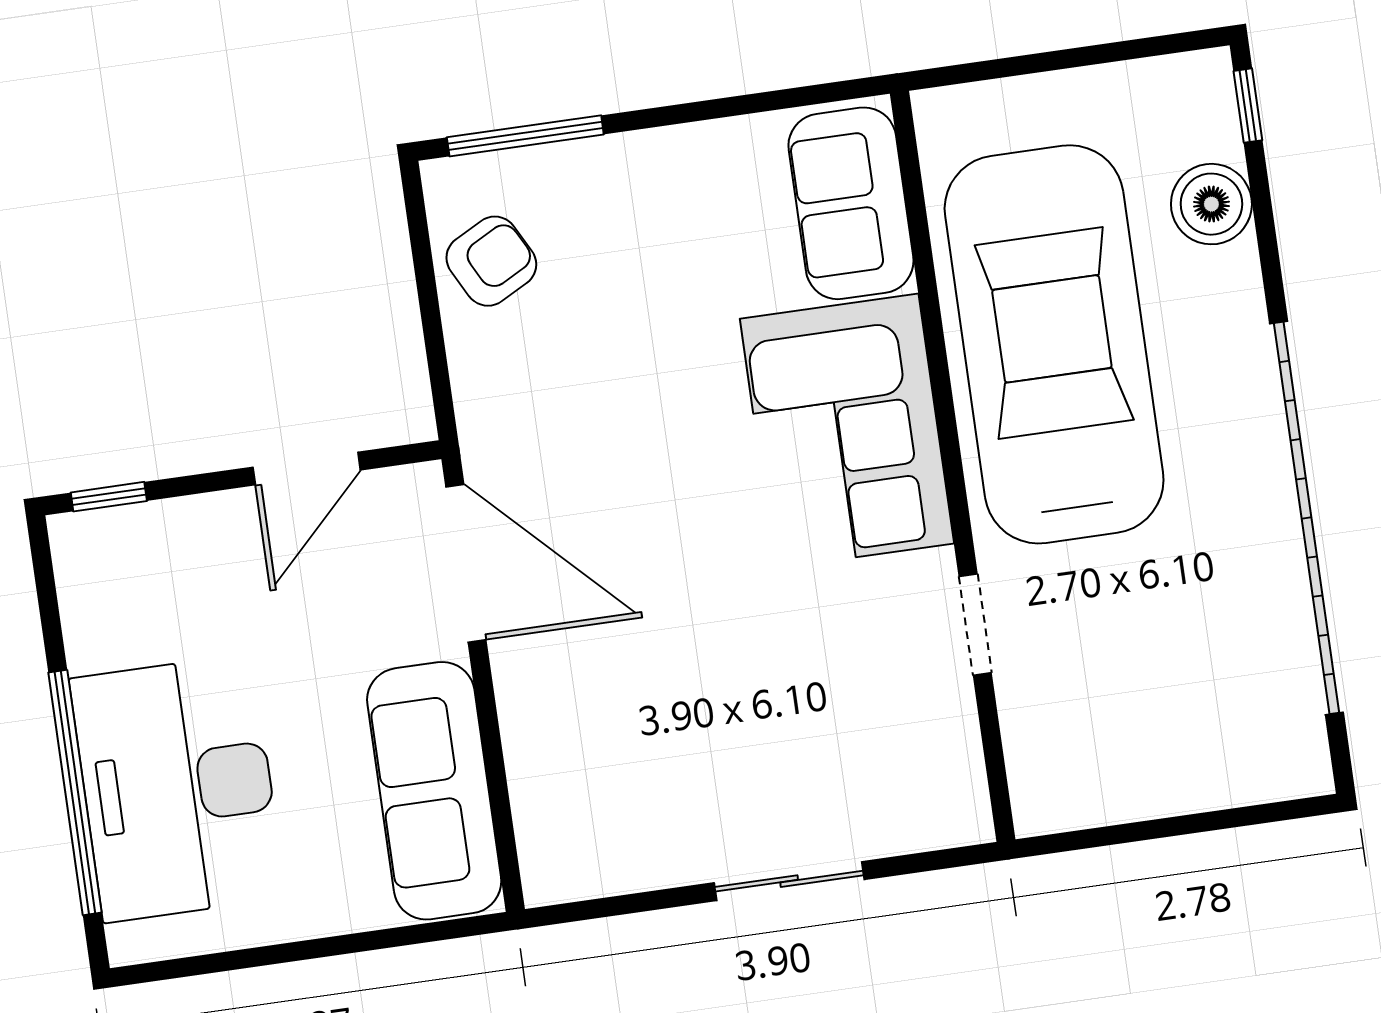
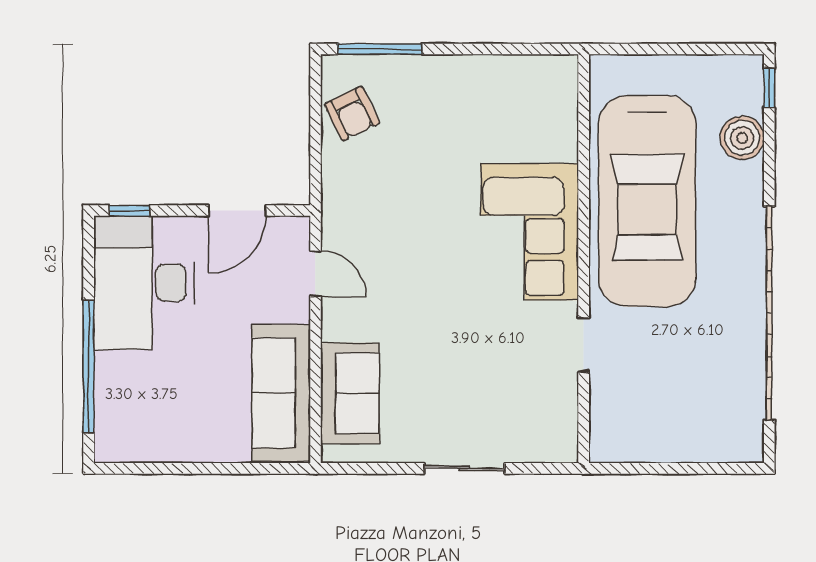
sofa: (851, 203) -> (350, 393), moved, turned 180
armchair: (491, 261) -> (352, 114), turned 92
car: (1054, 344) -> (647, 201), turned 180
door: (466, 563) -> (315, 273), width x0.53
desk: (178, 788) -> (144, 283), moved

